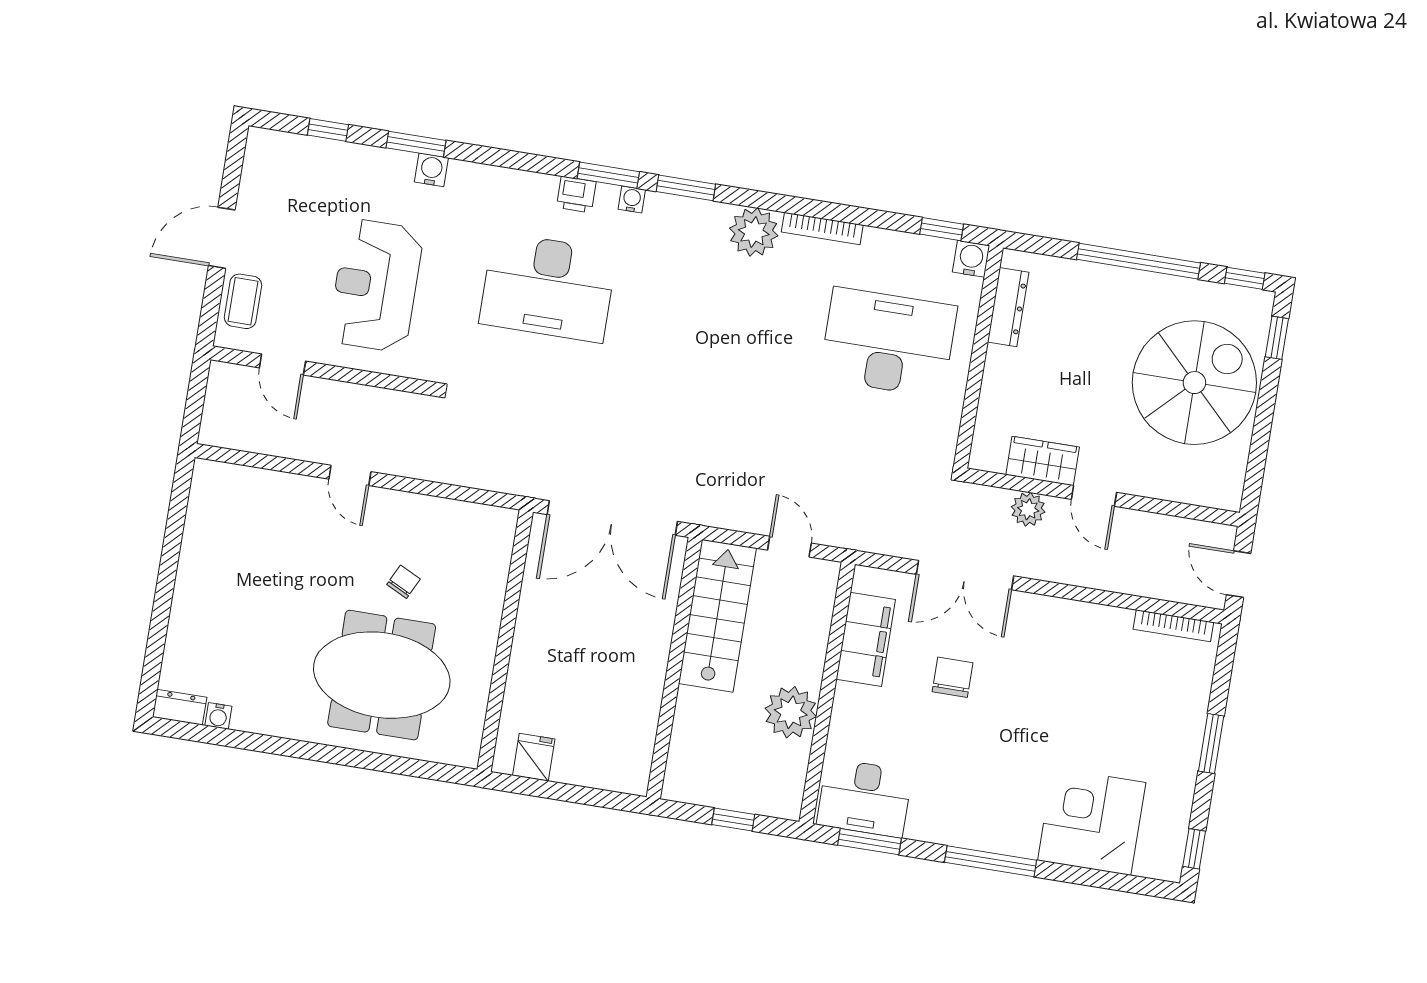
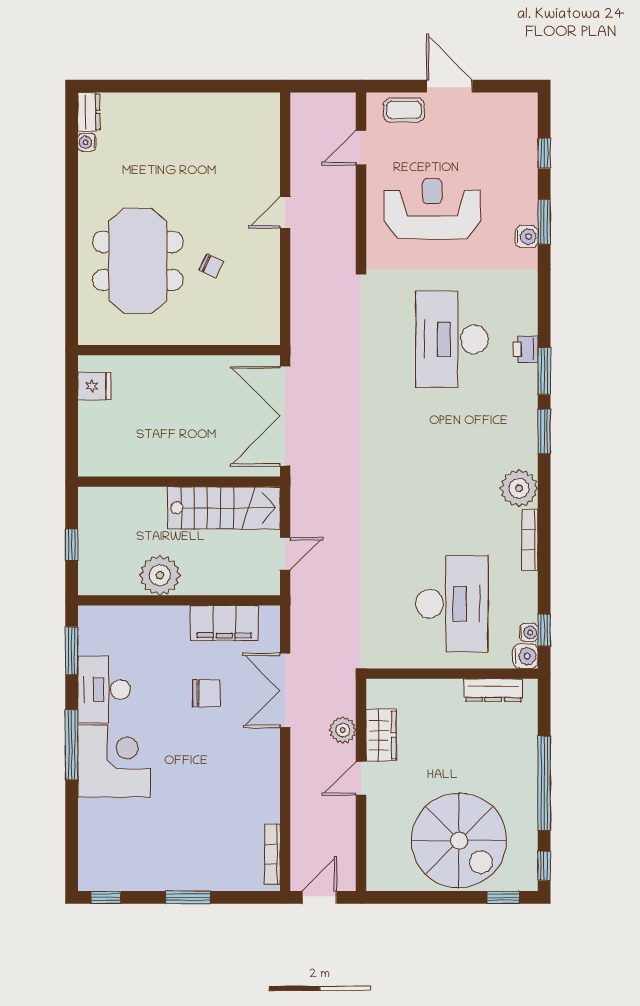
water cooler: (632, 199) -> (529, 632), moved
desk: (865, 798) -> (104, 689), moved
corner desk: (1092, 821) -> (114, 761), moved

